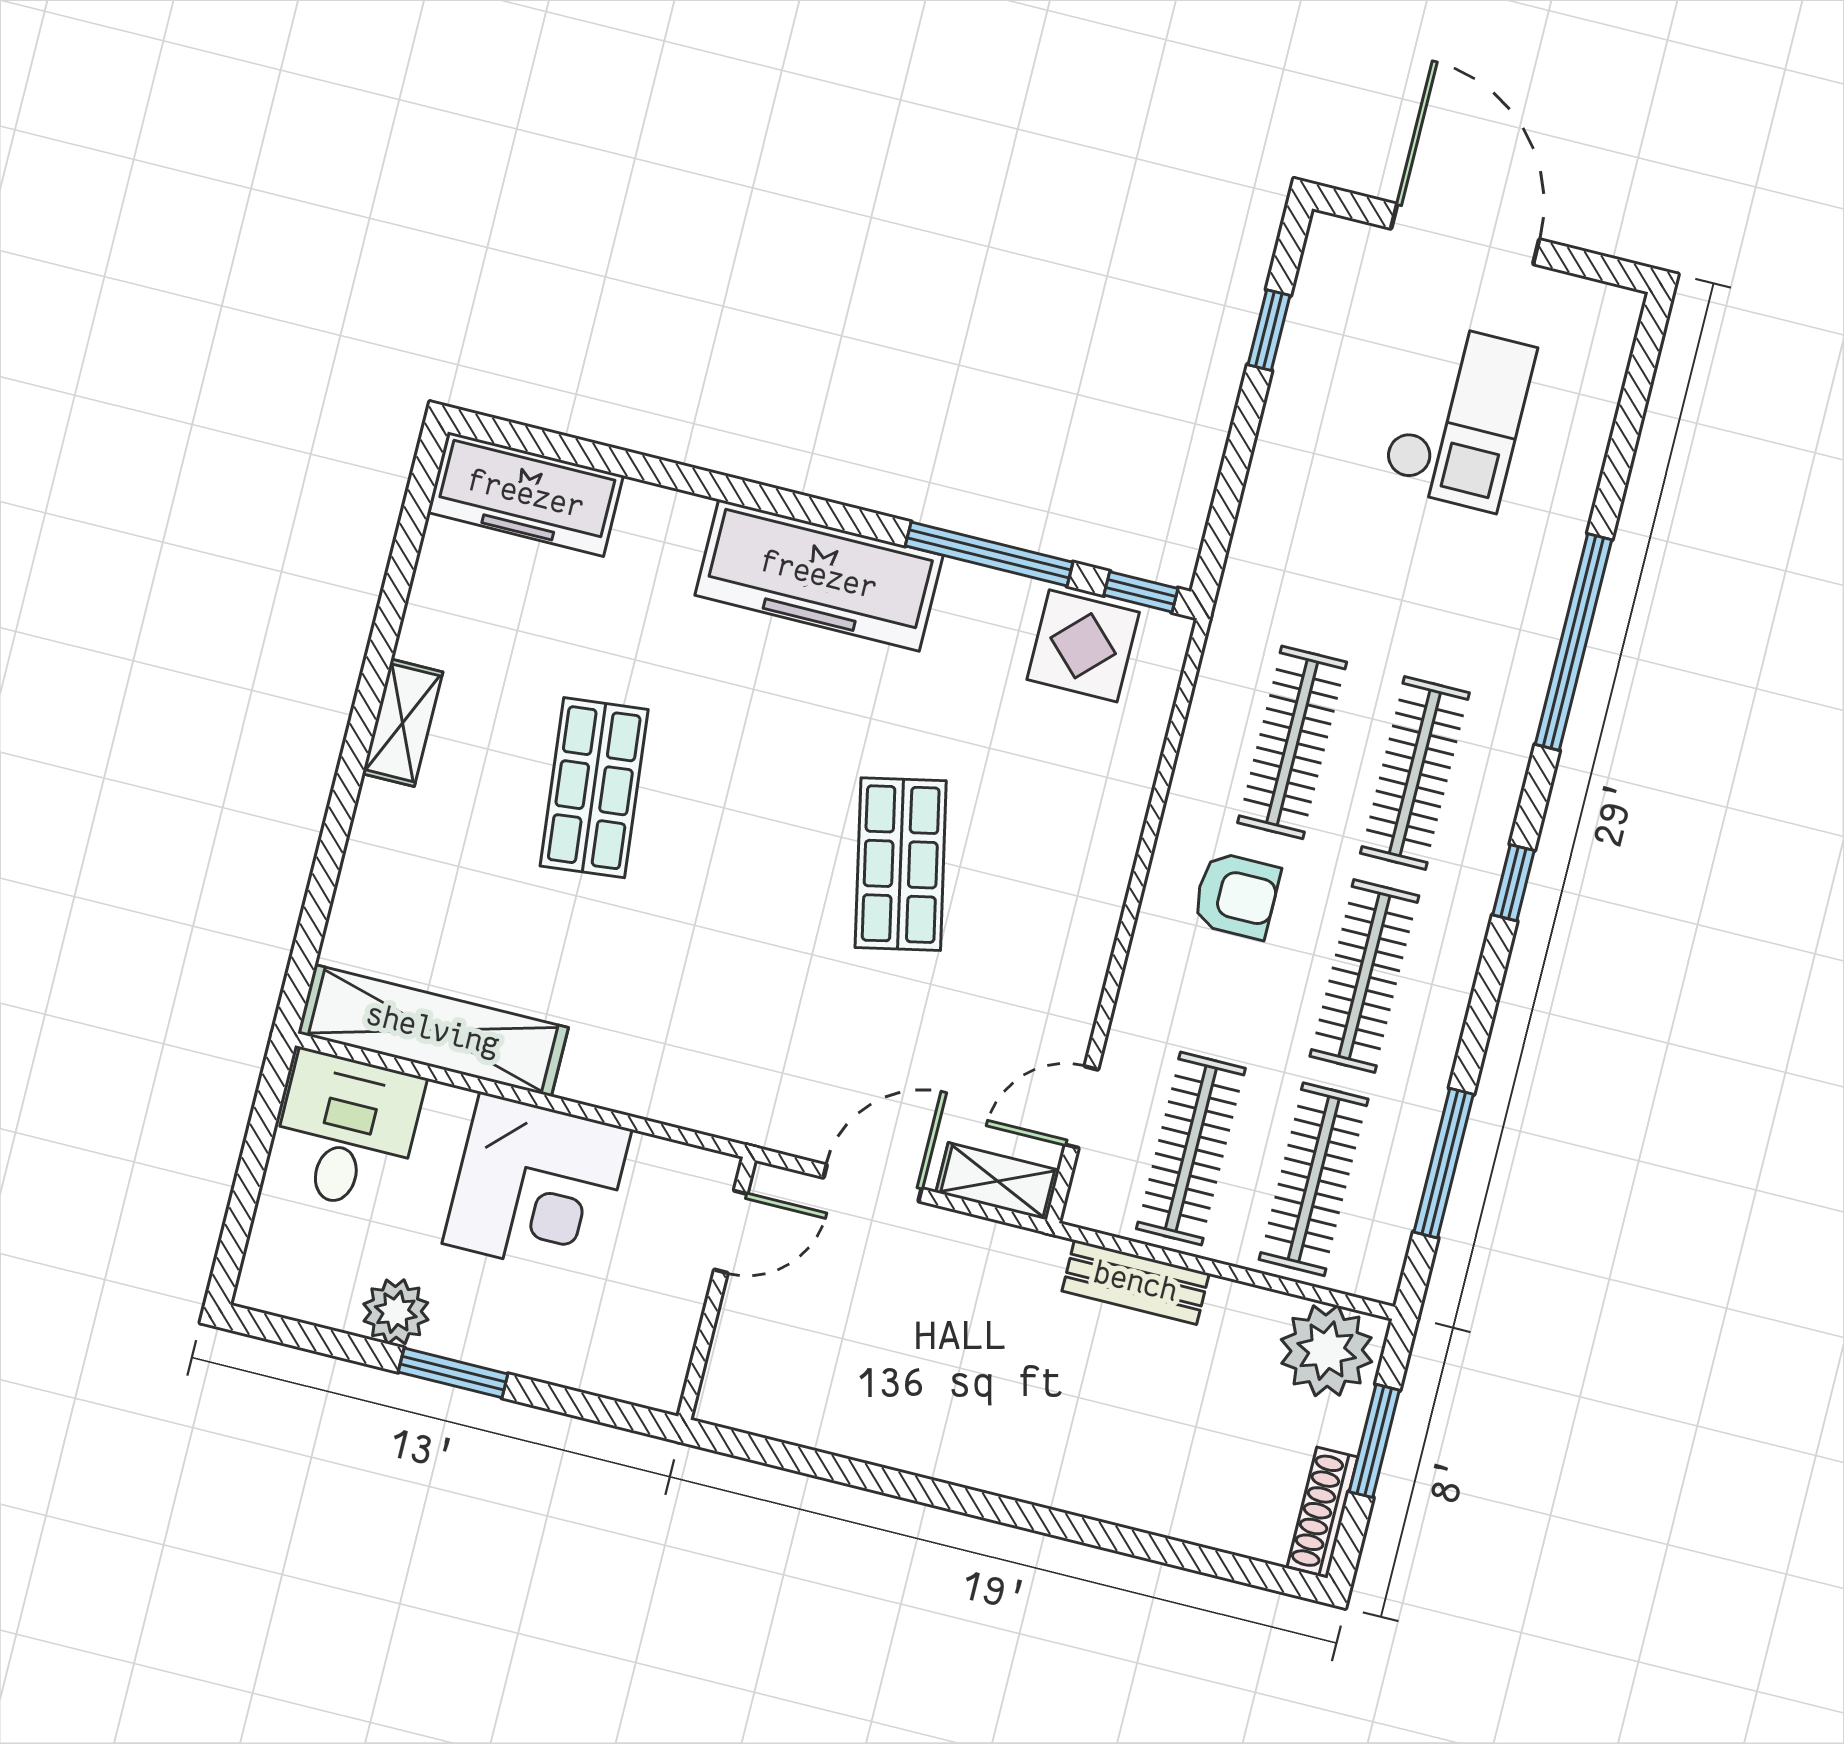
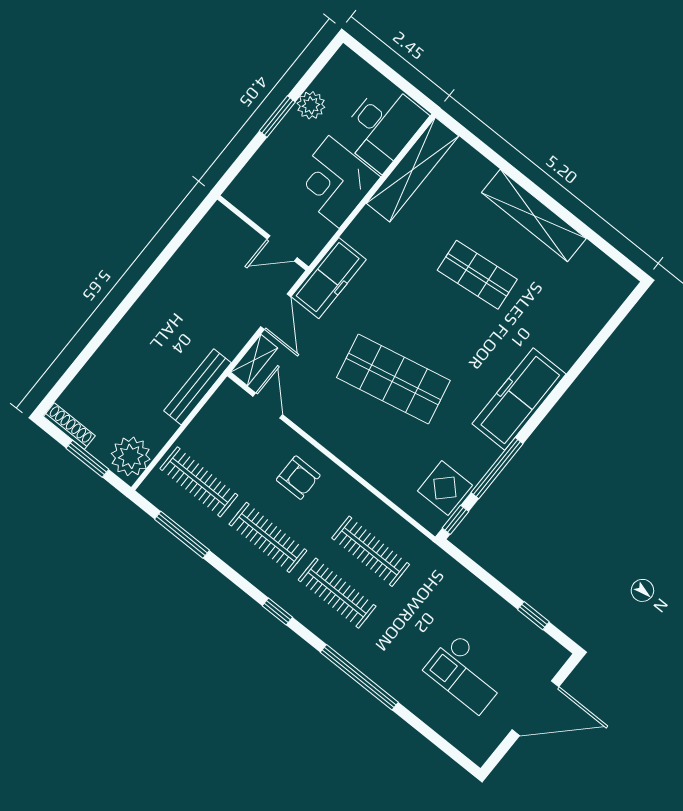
freezer: (526, 494) -> (329, 278), moved, turned 180
shelving: (403, 723) -> (534, 216), width x2.20, depth x1.33
shop shelf: (901, 864) -> (393, 379), width x1.43, depth x1.36
armchair: (1236, 896) -> (298, 478), moved, turned -90
desk: (346, 1131) -> (383, 127), width x1.37
clothes rail: (1191, 1149) -> (232, 440), removed
door: (731, 1232) -> (282, 248), hinge flipped
bench: (1136, 1282) -> (198, 387), width x1.36

